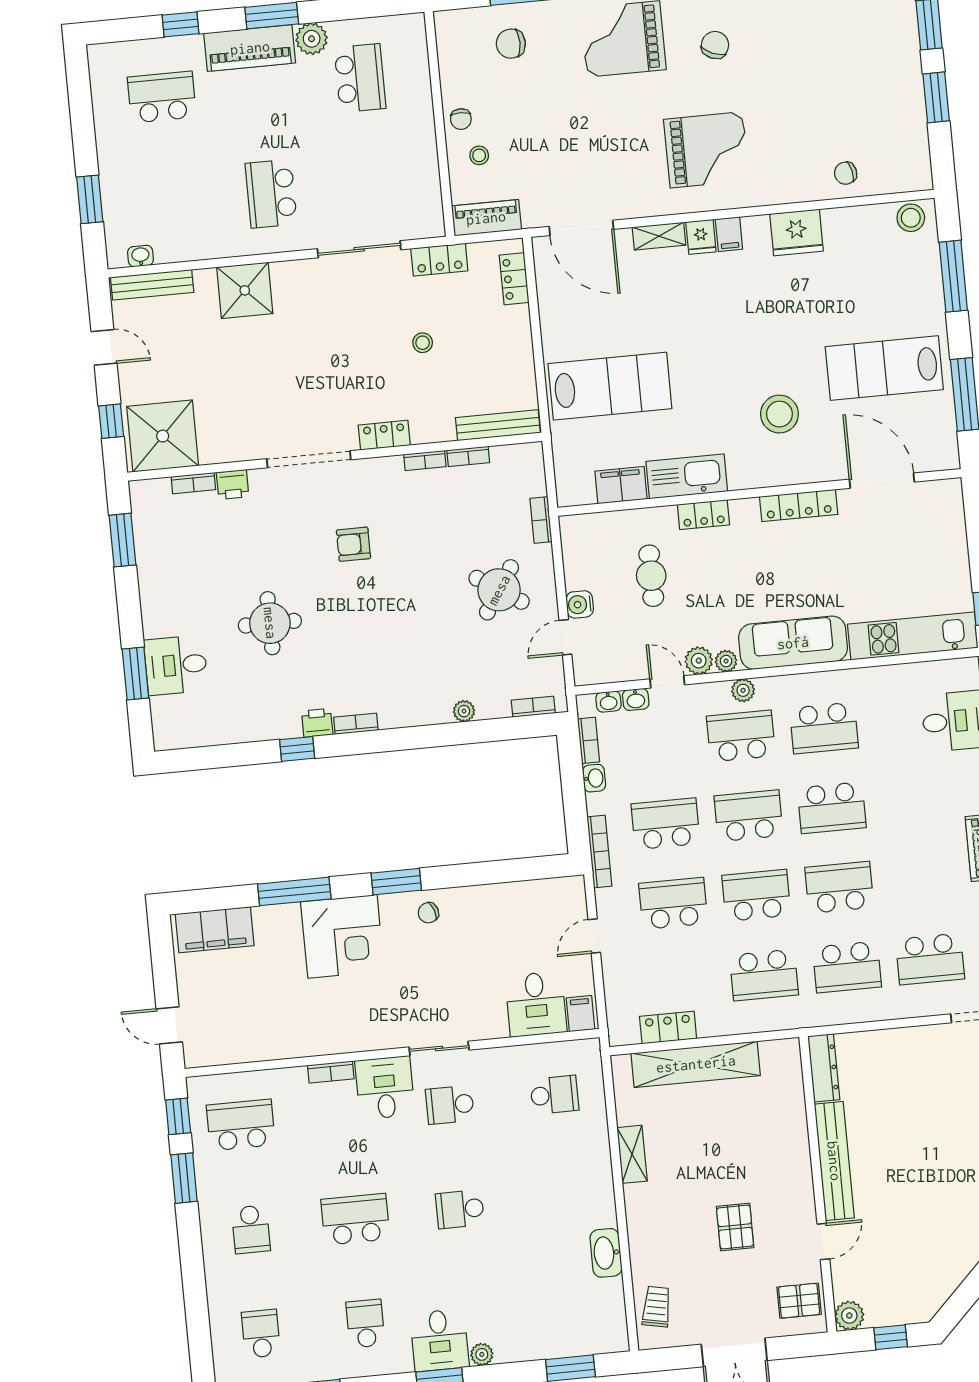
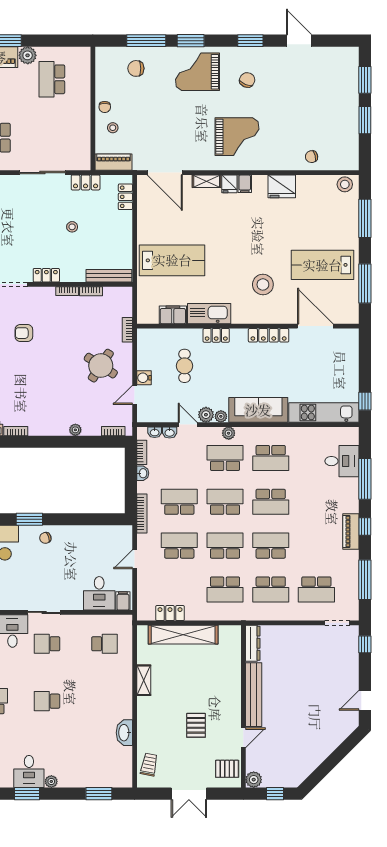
school desk: (360, 78) -> (52, 79), turned 180

